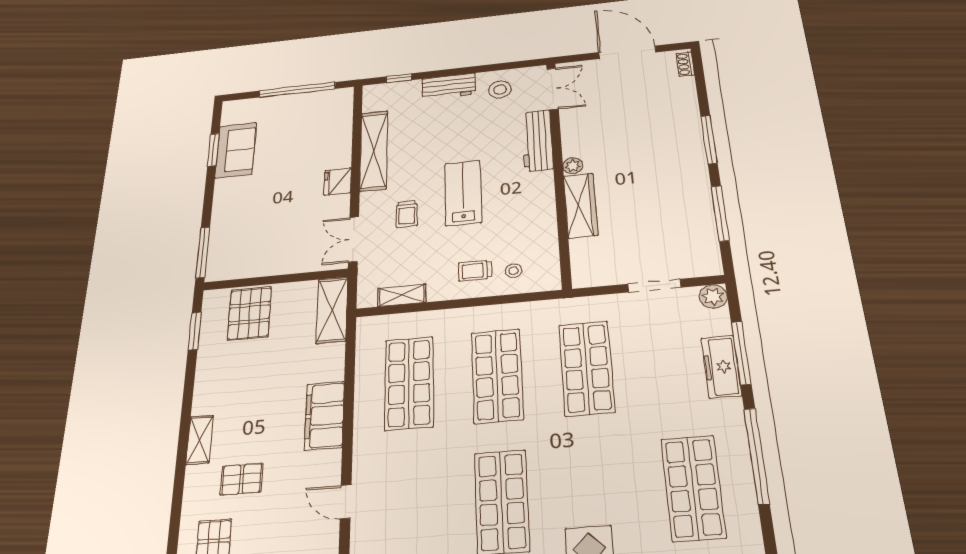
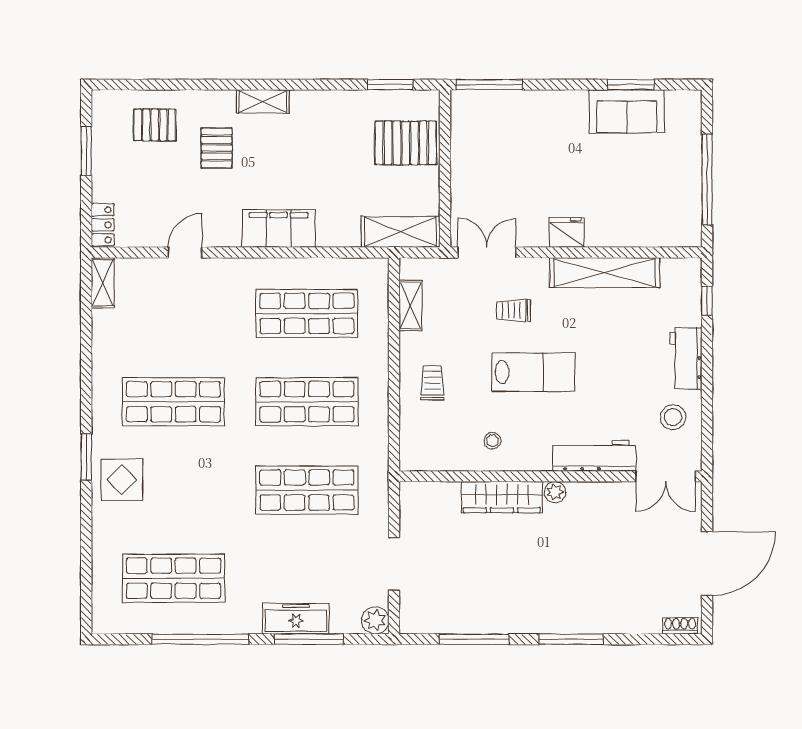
stool: (514, 271) -> (492, 441), moved

